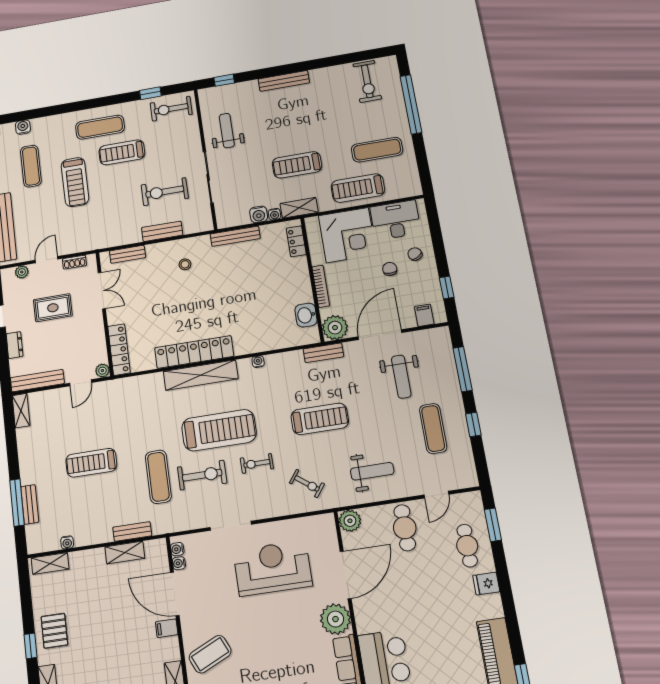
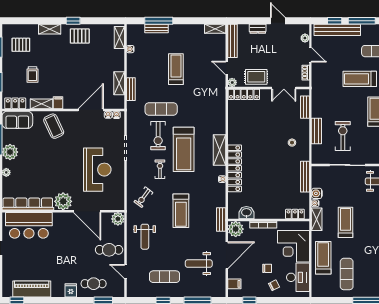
rug: (53, 308) -> (256, 77), moved, turned 90
door: (380, 335) -> (227, 255), hinge flipped
locker: (194, 352) -> (235, 168), moved
shelving: (201, 375) -> (219, 150), width x0.68
filing cabinet: (167, 628) -> (58, 103), moved

